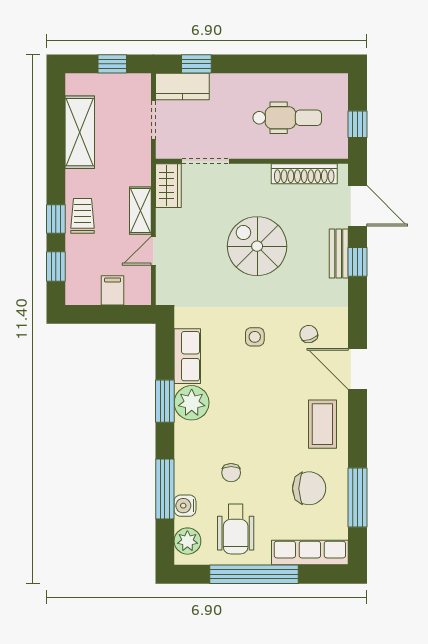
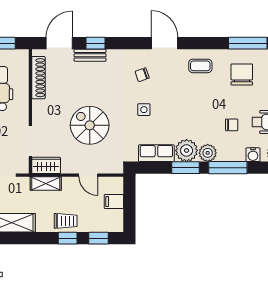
shelving: (140, 211) -> (46, 184), moved
trolley: (83, 216) -> (66, 221), turned 180
spiral stairs: (257, 246) -> (90, 125), moved, turned 90
door: (358, 369) -> (165, 43), swing flipped
coffee table: (322, 424) -> (200, 66), width x0.73, depth x0.77
plant: (188, 436) -> (208, 153), added
window: (165, 489) -> (228, 168), moved

